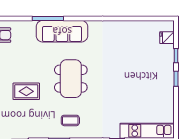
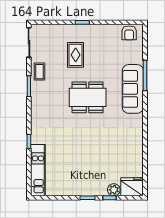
fridge: (167, 38) -> (132, 187), width x1.88, depth x1.34
plant: (168, 51) -> (114, 190), added
coffee table: (70, 120) -> (39, 72), moved

